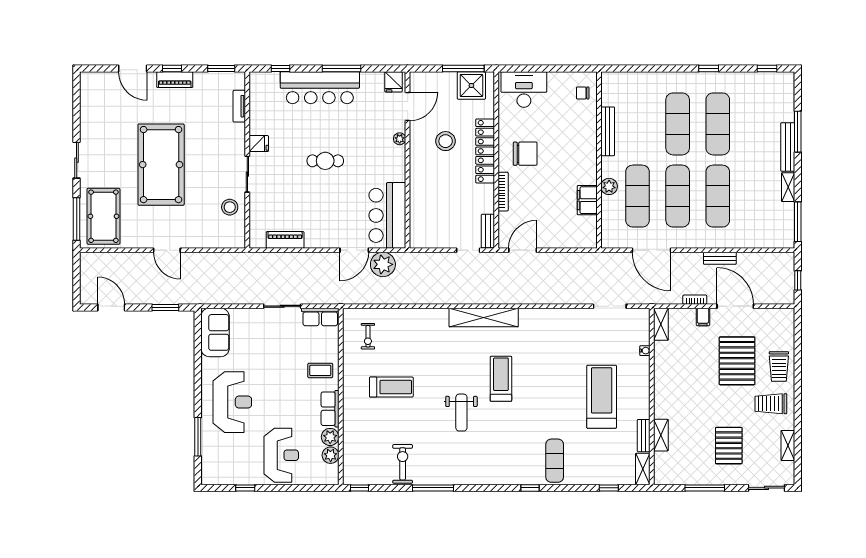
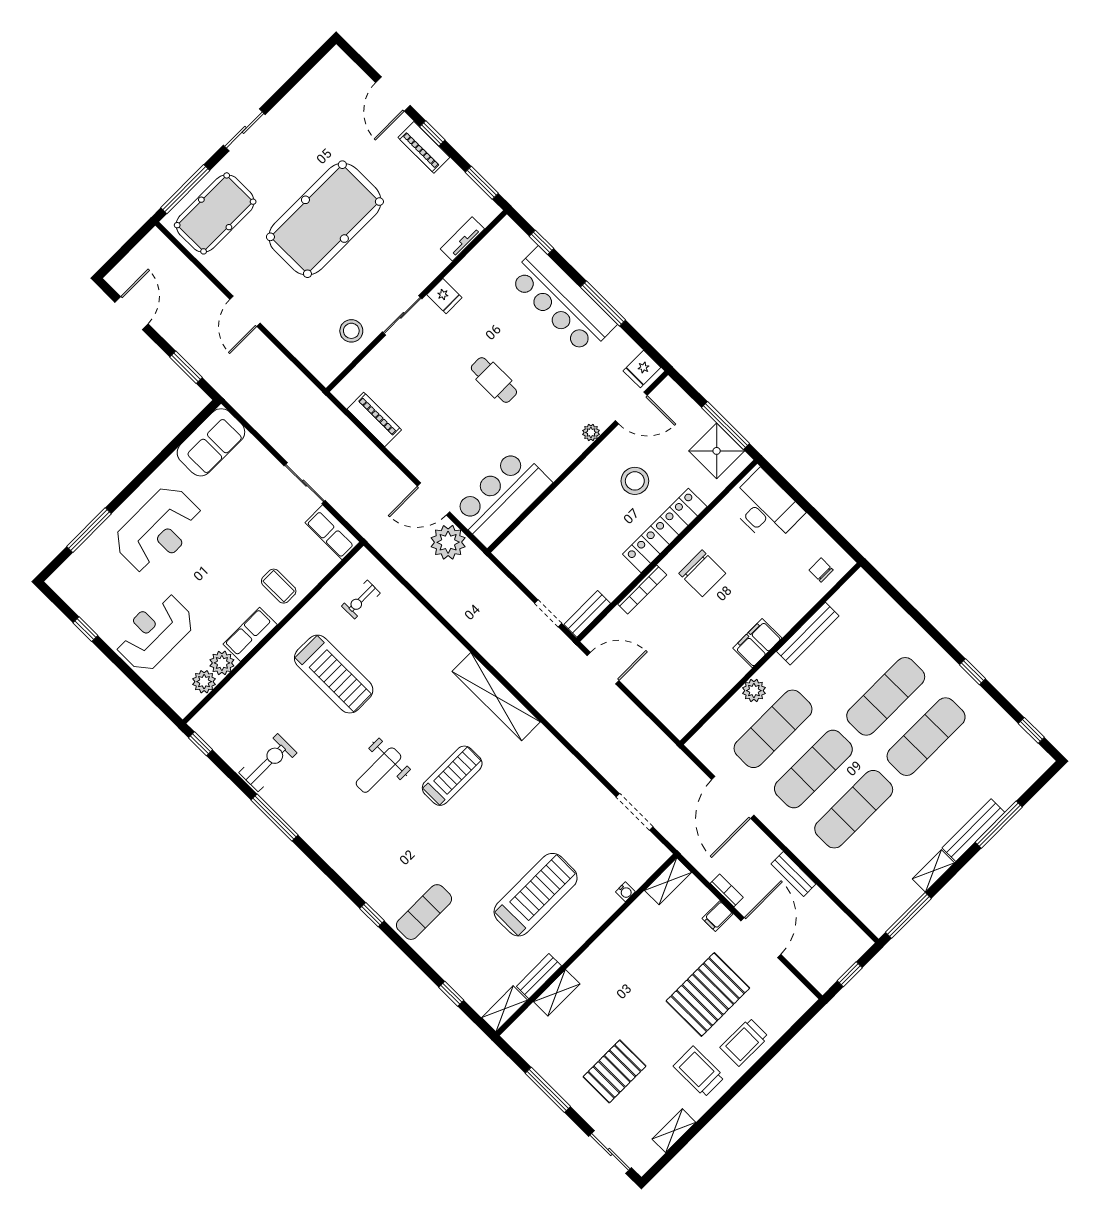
filing cabinet: (587, 200) -> (757, 643), moved
treadmill: (391, 387) -> (334, 674), width x1.37, depth x1.38
reception desk: (281, 455) -> (154, 632), turned 180

